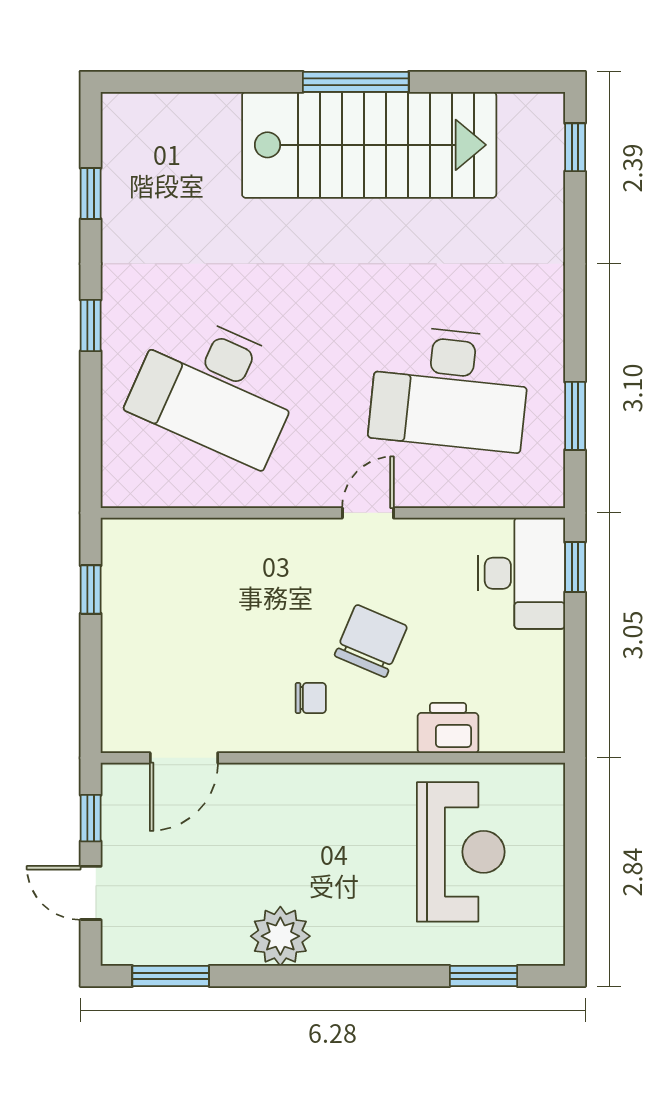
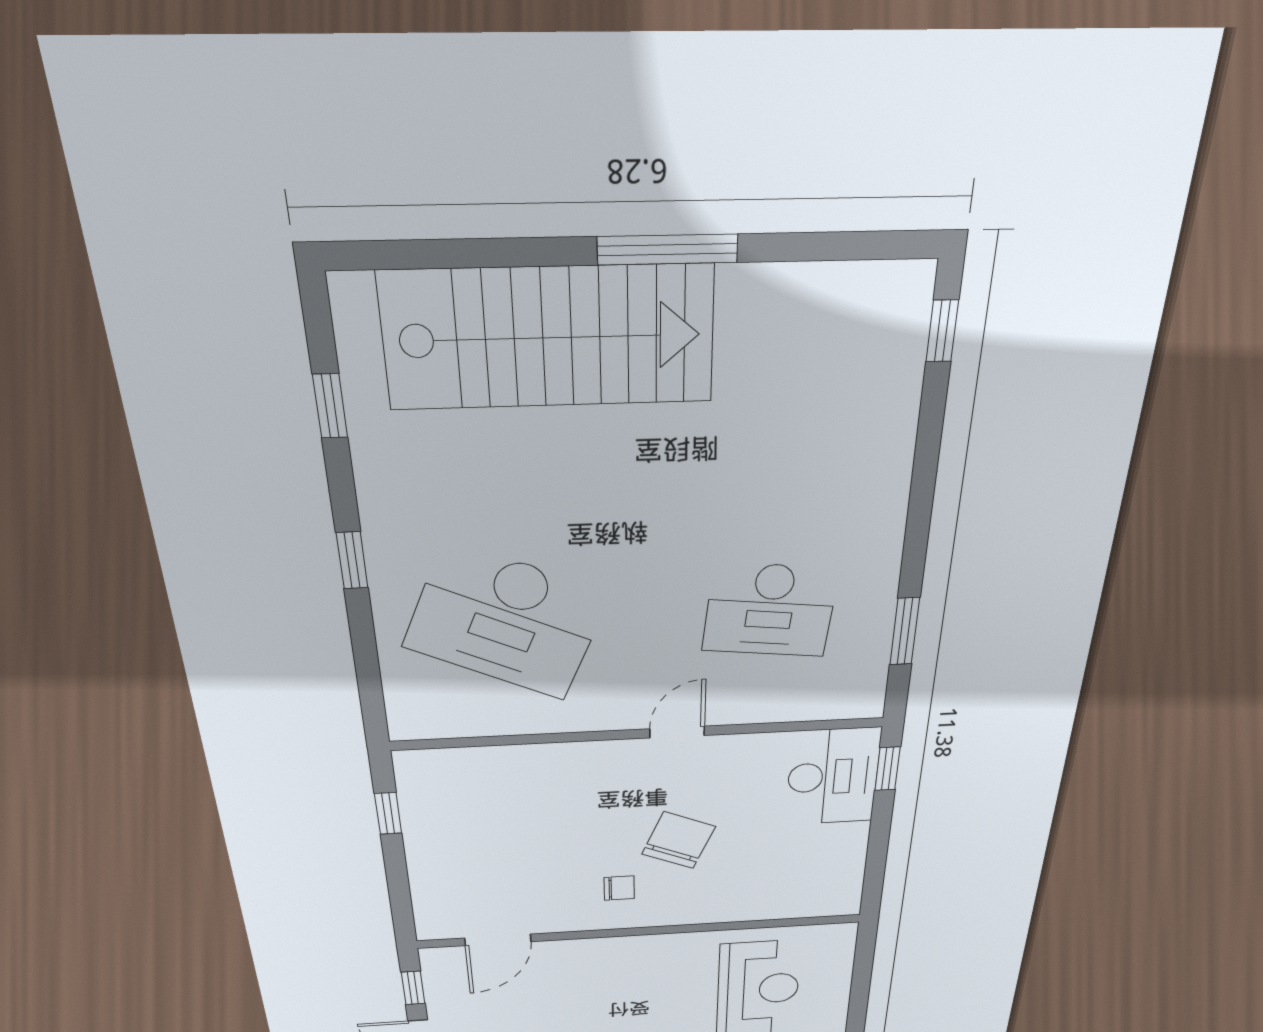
stairs: (369, 145) -> (549, 338), moved
desk: (450, 388) -> (770, 610), width x0.73, depth x0.77
printer: (448, 728) -> (751, 903), removed

